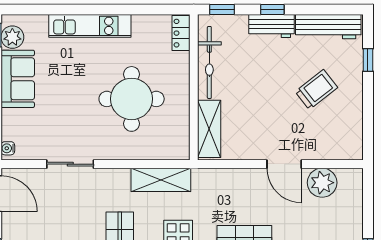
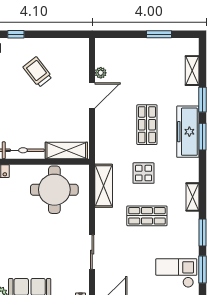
round table: (132, 99) -> (54, 190), moved
plant: (322, 183) -> (101, 73), width x0.53, depth x0.53

